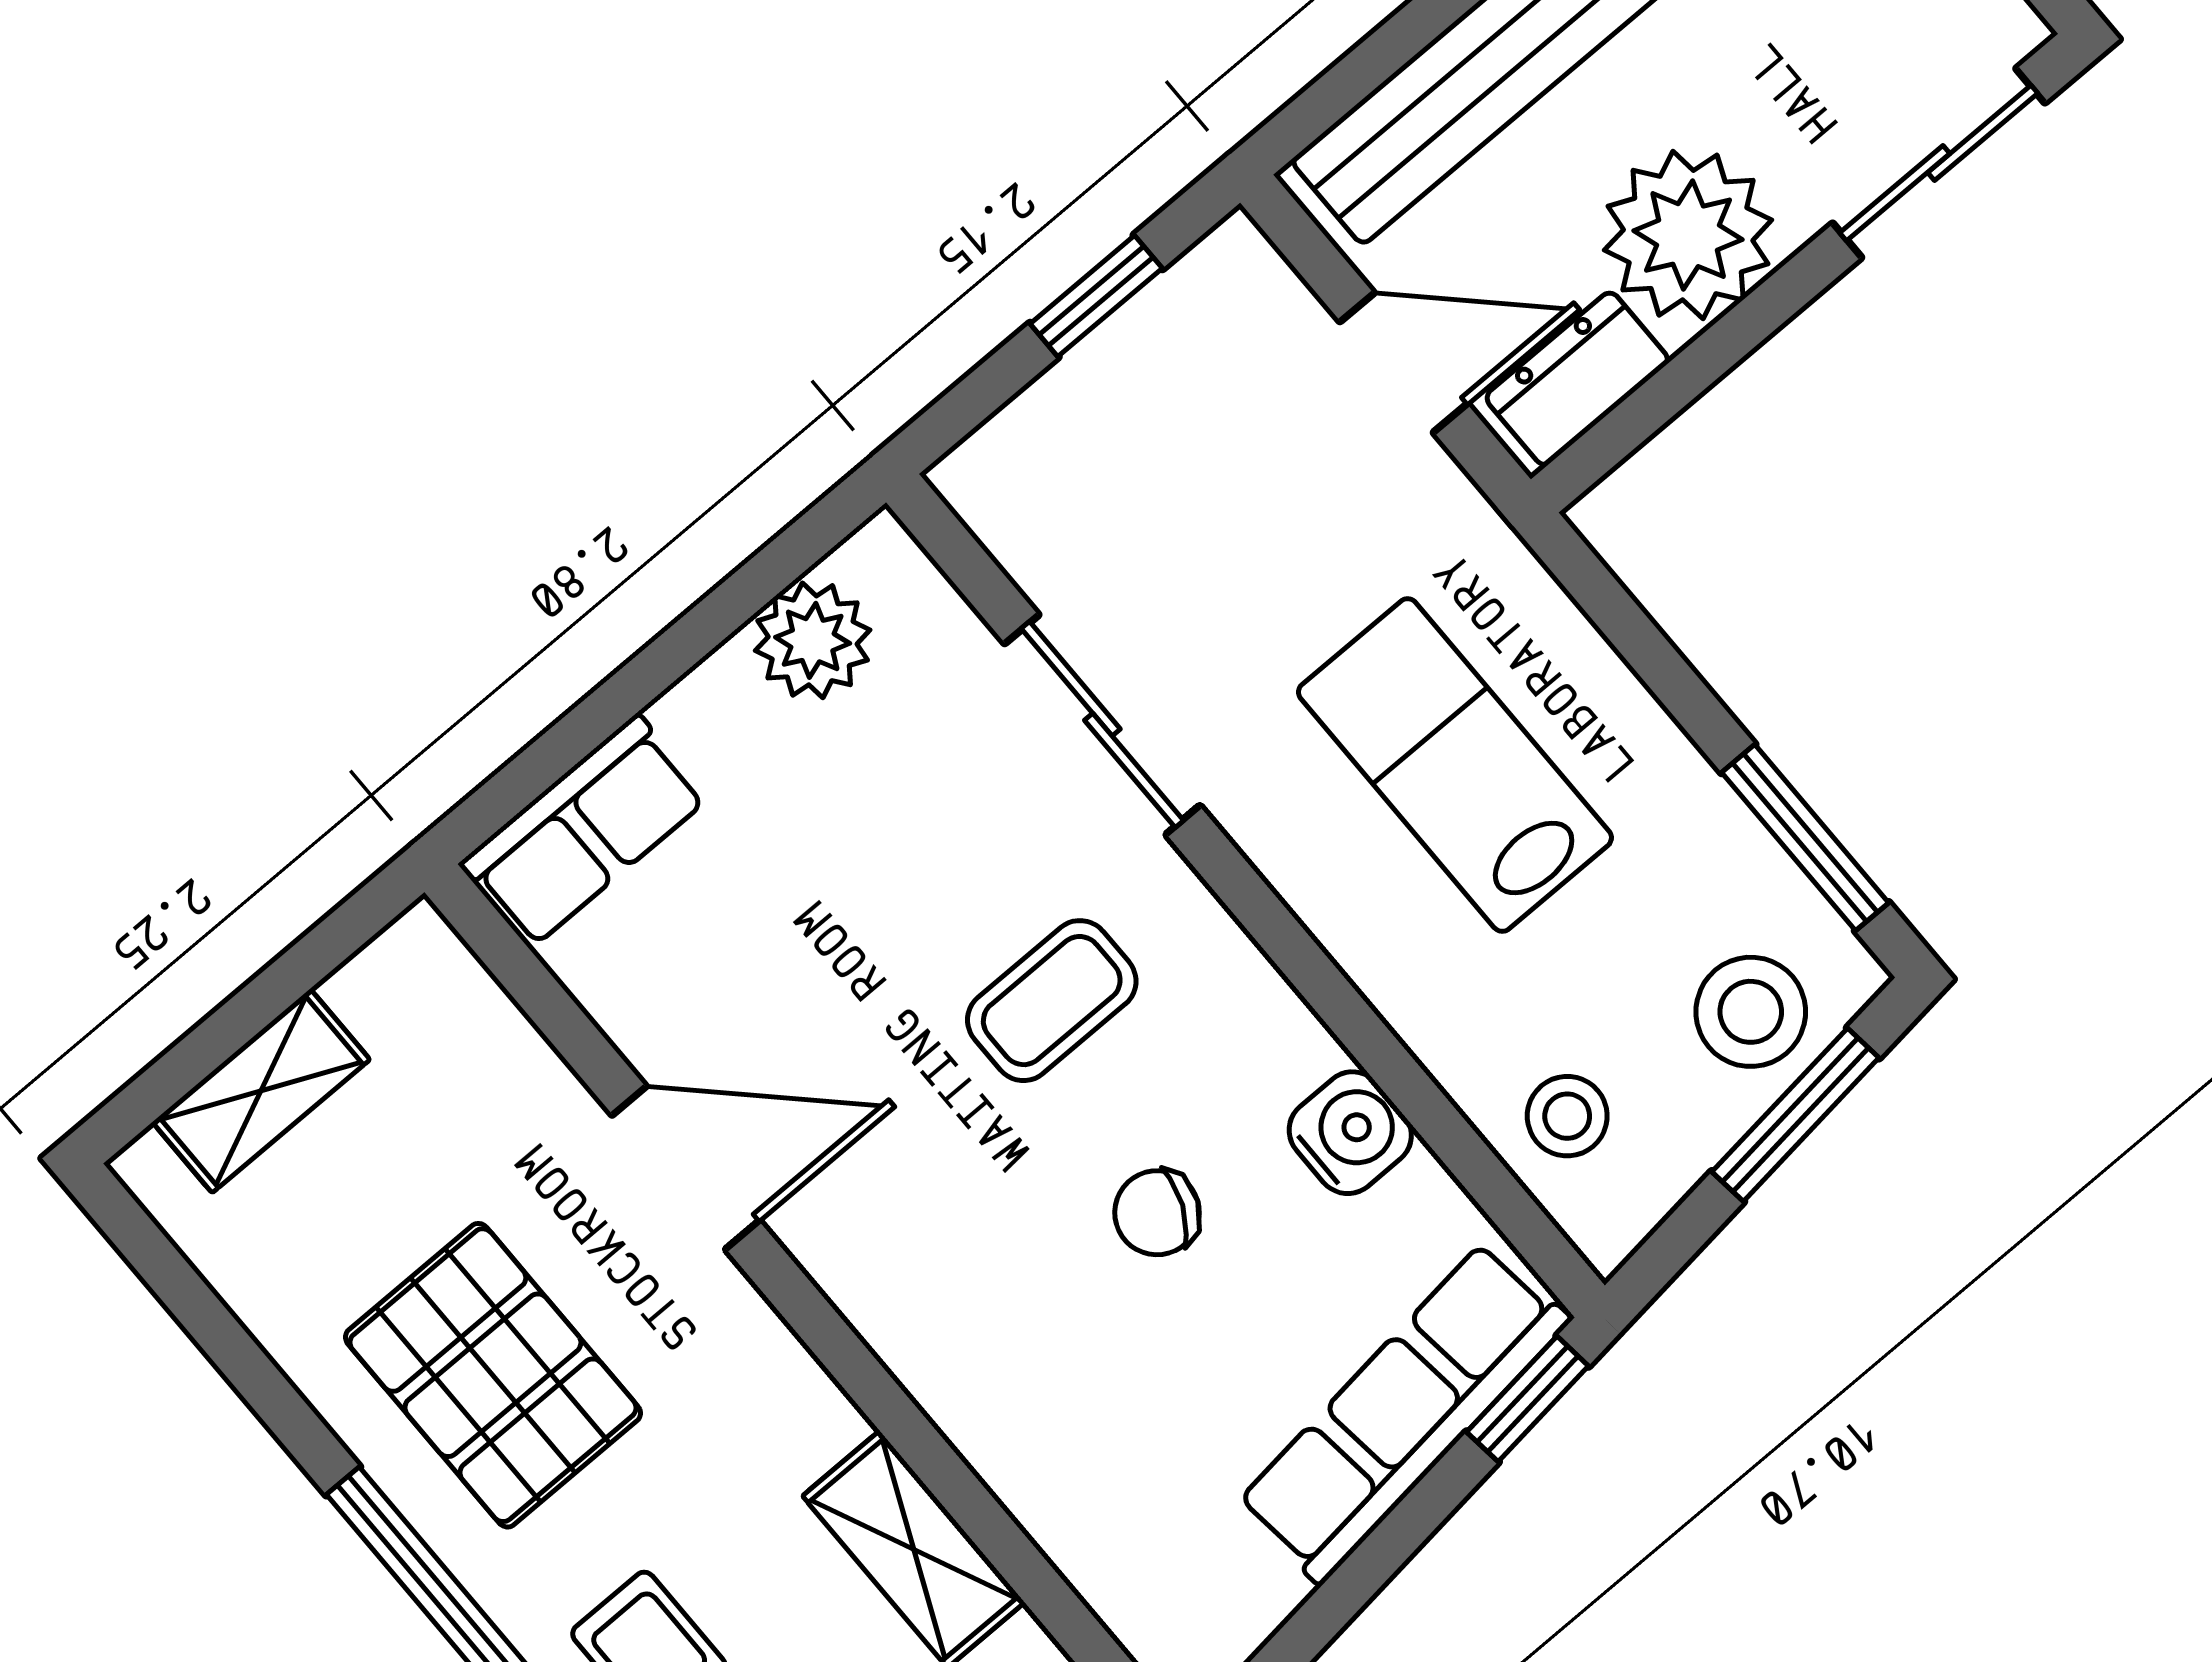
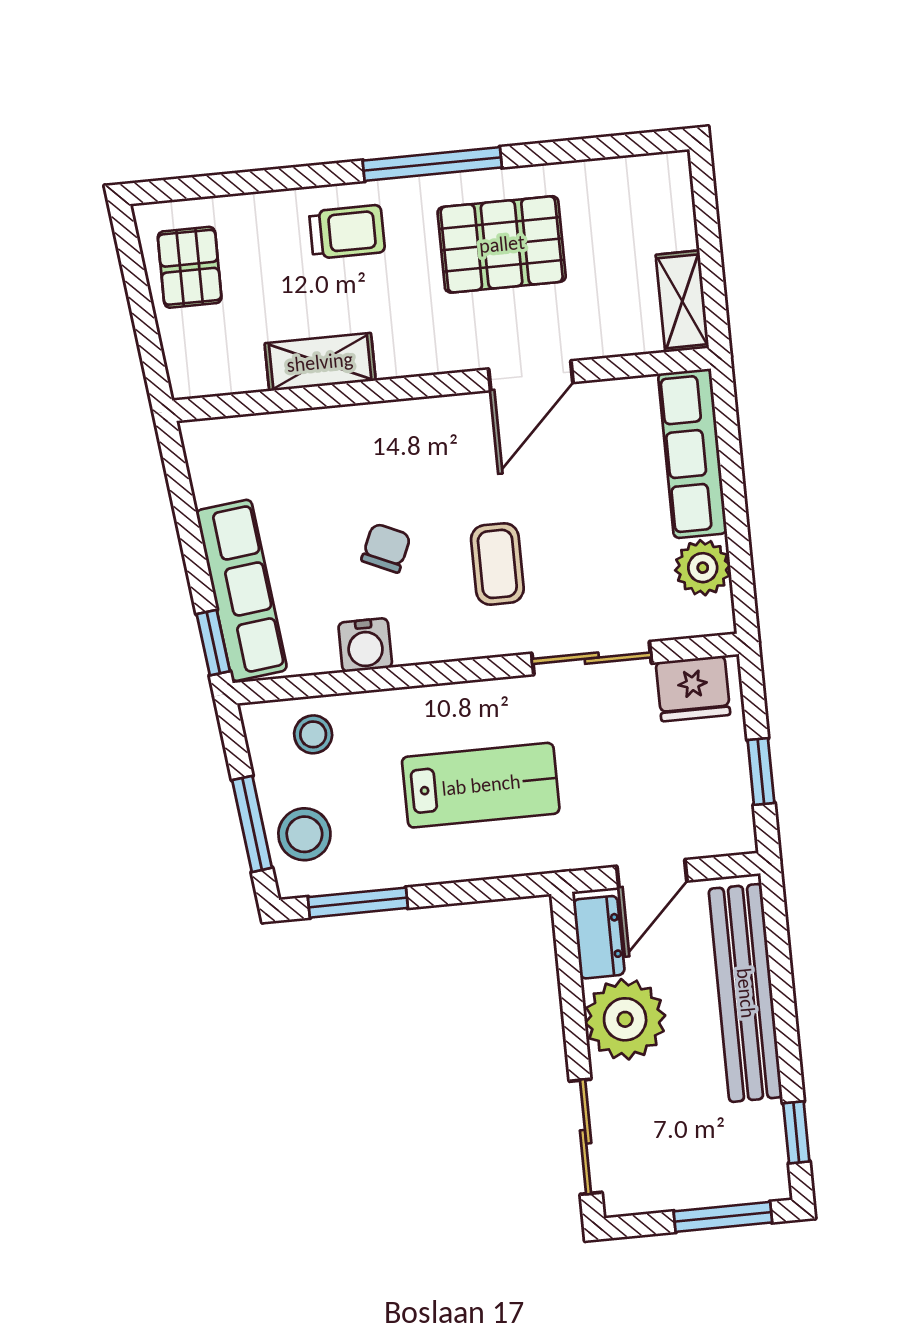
fridge: (1034, 513) -> (693, 688), added
row of seats: (584, 831) -> (692, 453), width x1.48
shelving: (261, 1091) -> (682, 301), moved

